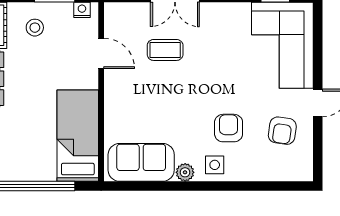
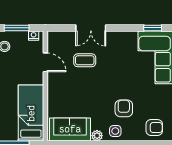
armchair: (282, 131) -> (154, 128), moved, turned -98

